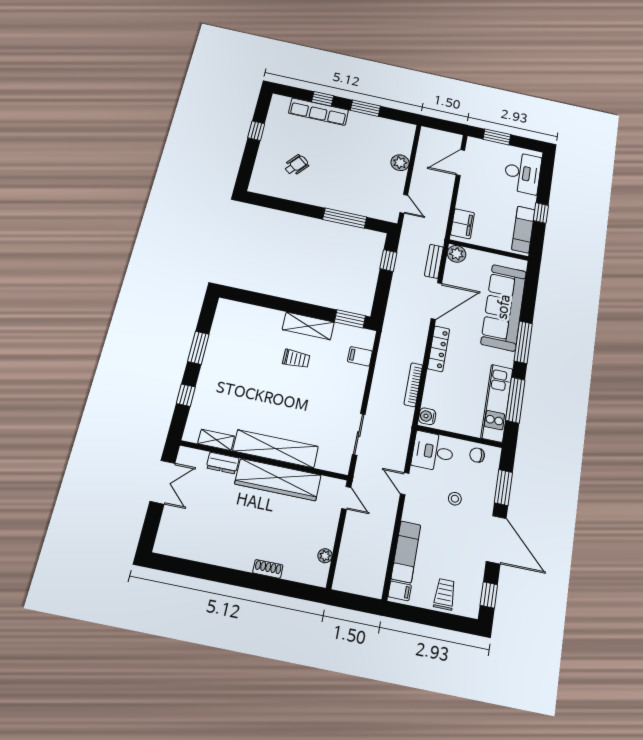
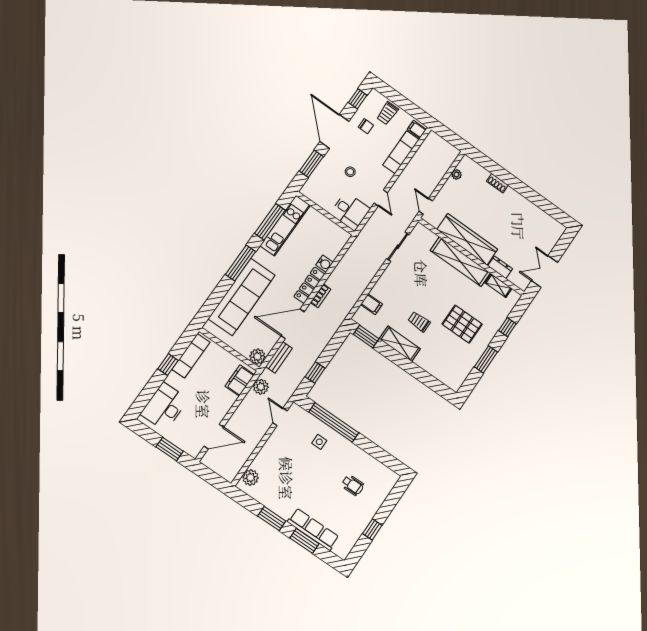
window: (323, 99) -> (304, 541), width x1.50
plant: (400, 163) -> (251, 478), moved
wheelchair: (296, 165) -> (353, 485), turned -129
side table: (351, 194) -> (319, 442), added
window: (345, 218) -> (334, 422), width x1.46
plant: (438, 226) -> (261, 387), added
pallet: (243, 376) -> (462, 324), added
bookcase: (413, 385) -> (321, 296), moved, width x0.64
water cooler: (427, 416) -> (324, 264), moved
chair: (477, 455) -> (366, 126), moved

